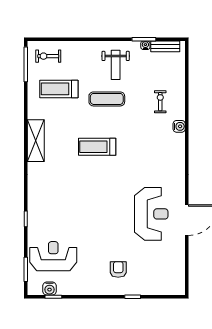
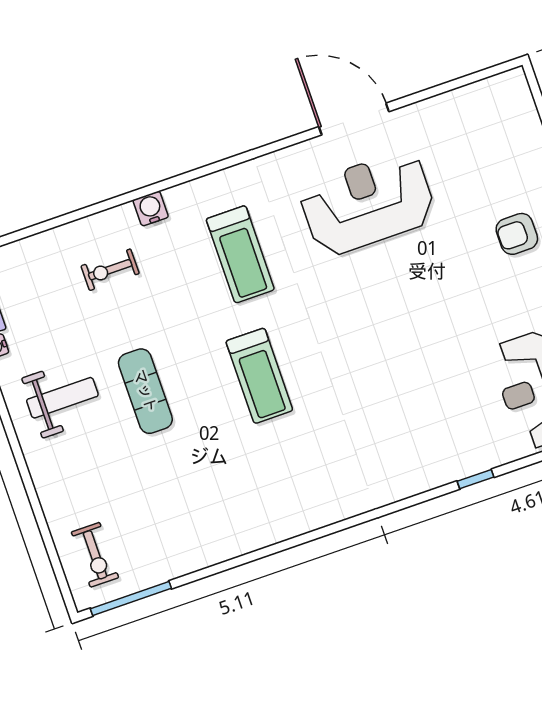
treadmill: (59, 89) -> (240, 254), moved
shelving: (36, 141) -> (293, 517), removed

